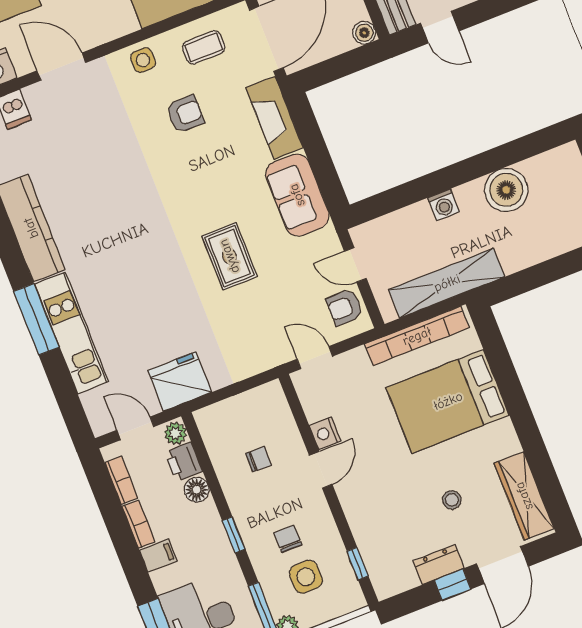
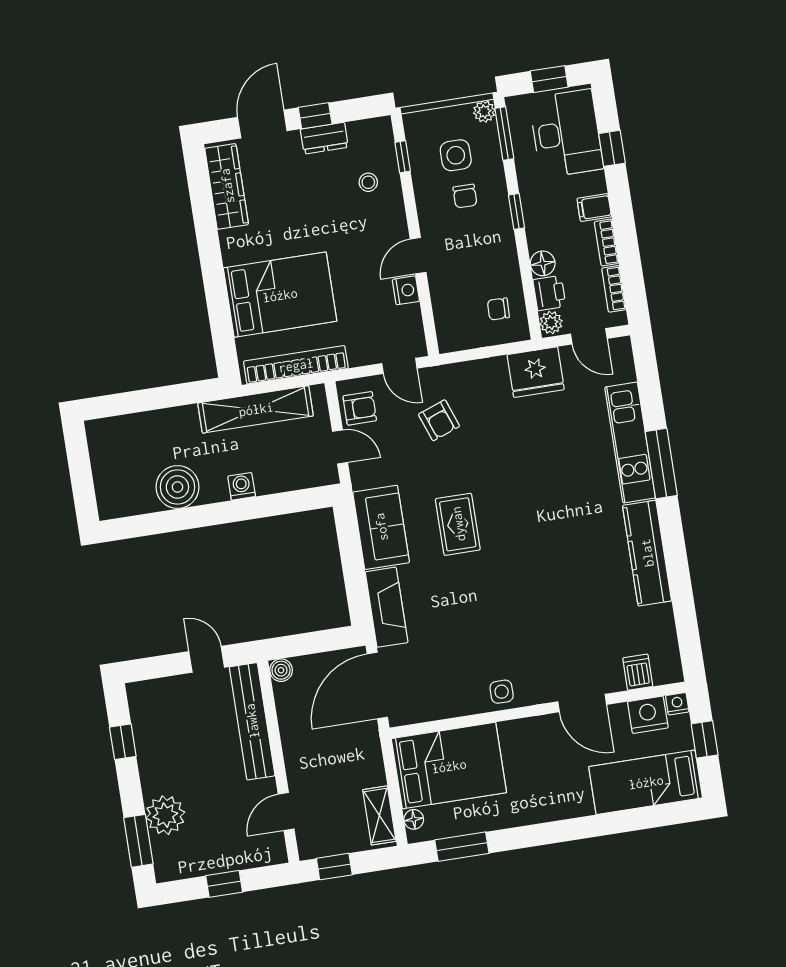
coffee table: (204, 47) -> (440, 691), removed
armchair: (185, 114) -> (439, 420), moved, turned -110
rug: (229, 256) -> (458, 524), moved
chair: (259, 459) -> (498, 309), moved
stool: (452, 500) -> (368, 182), moved

